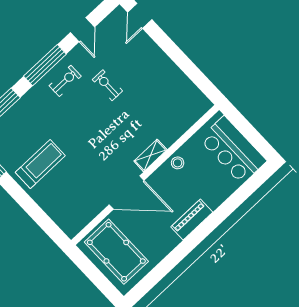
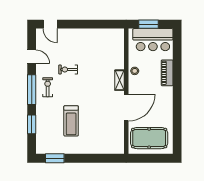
window: (246, 128) -> (148, 24), added
treadmill: (40, 164) -> (71, 121), moved, turned 180
piano: (192, 220) -> (167, 73), moved

